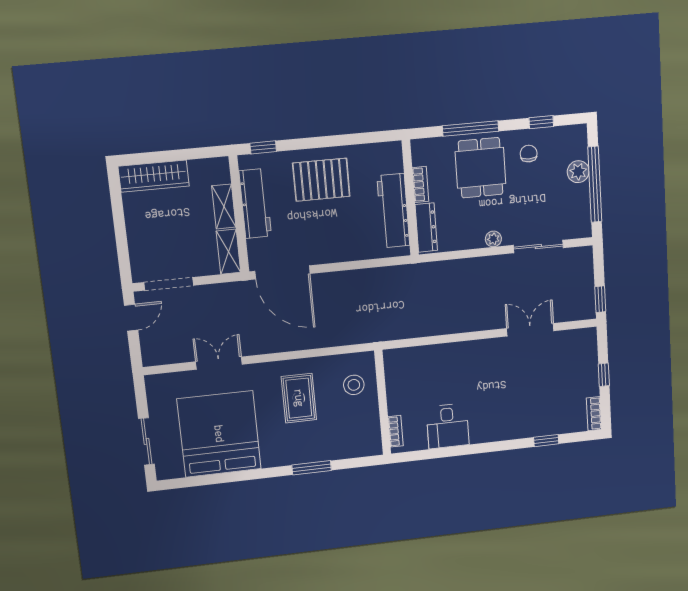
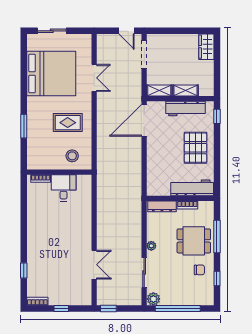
plant: (578, 172) -> (153, 299), moved
wardrobe: (154, 176) -> (206, 47), width x0.67
workbench: (393, 211) -> (192, 188), moved
desk: (448, 426) -> (64, 188), moved, turned 90

